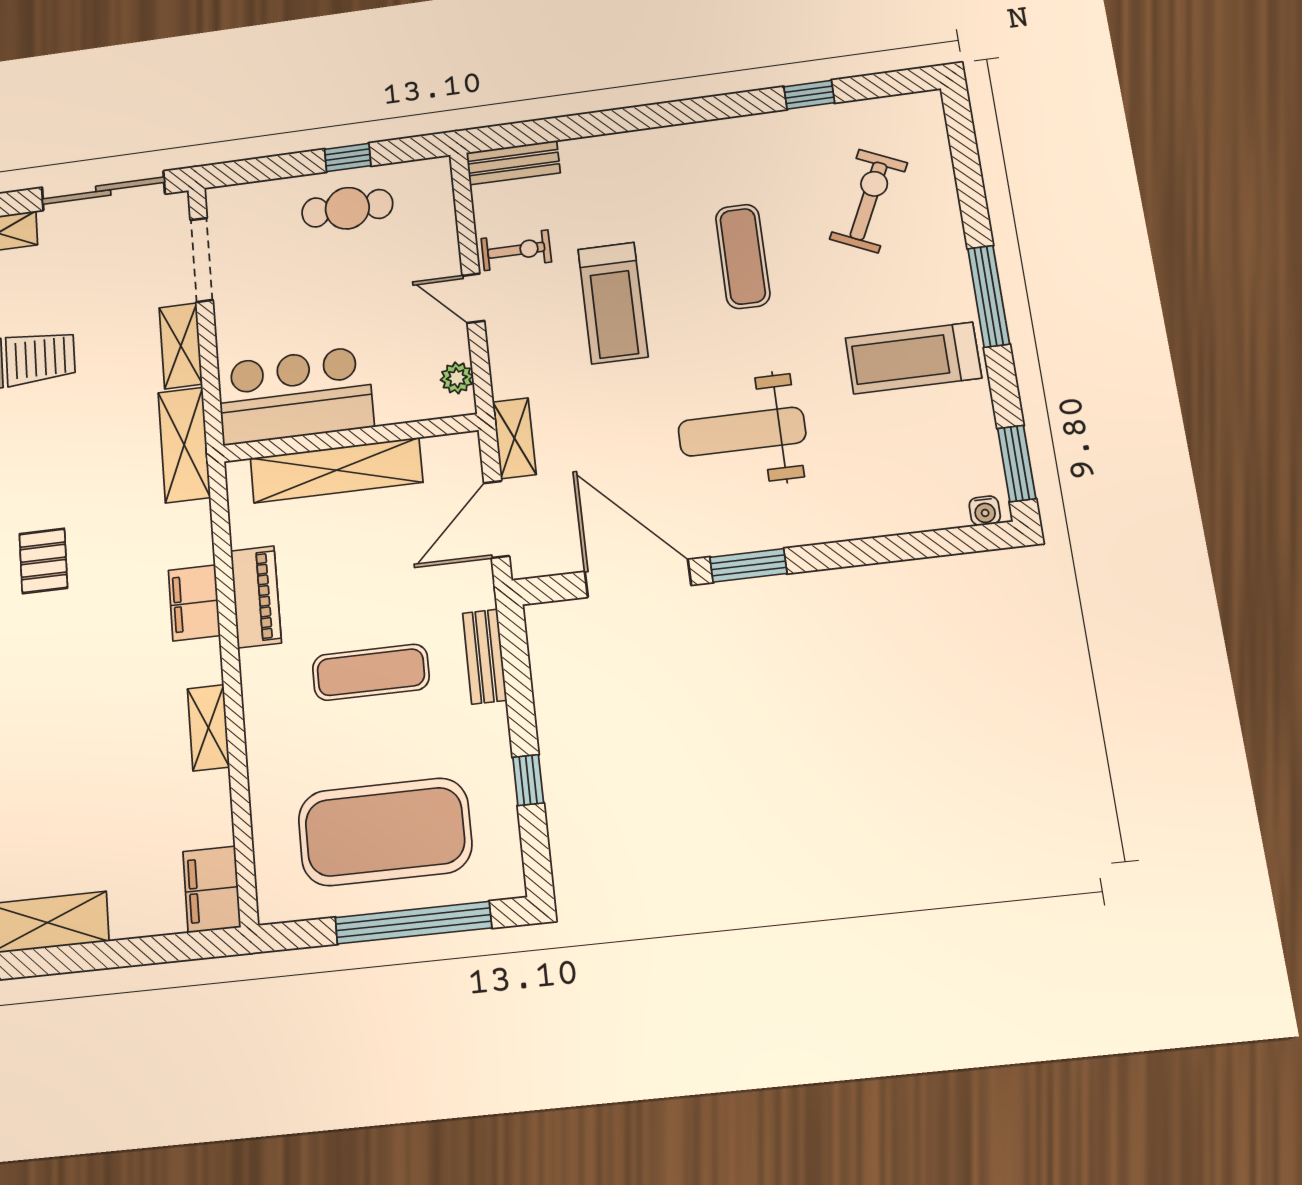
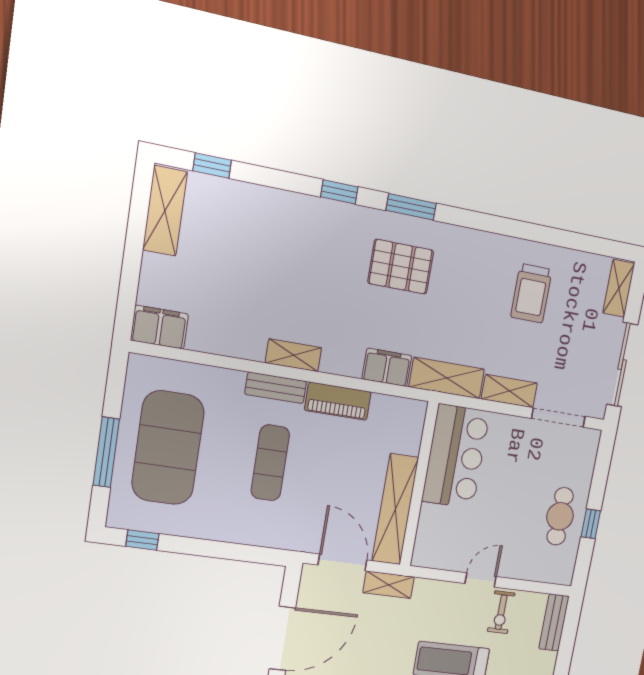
plant: (457, 378) -> (436, 559), removed
shelving: (336, 470) -> (395, 509), moved
pallet: (43, 561) -> (401, 267), width x1.50, depth x1.42
filing cabinet: (194, 603) -> (387, 367), moved
bench: (485, 657) -> (276, 388), moved
shelving: (208, 728) -> (293, 355), moved
window: (528, 780) -> (142, 540), moved
window: (413, 923) -> (106, 452), width x0.68

